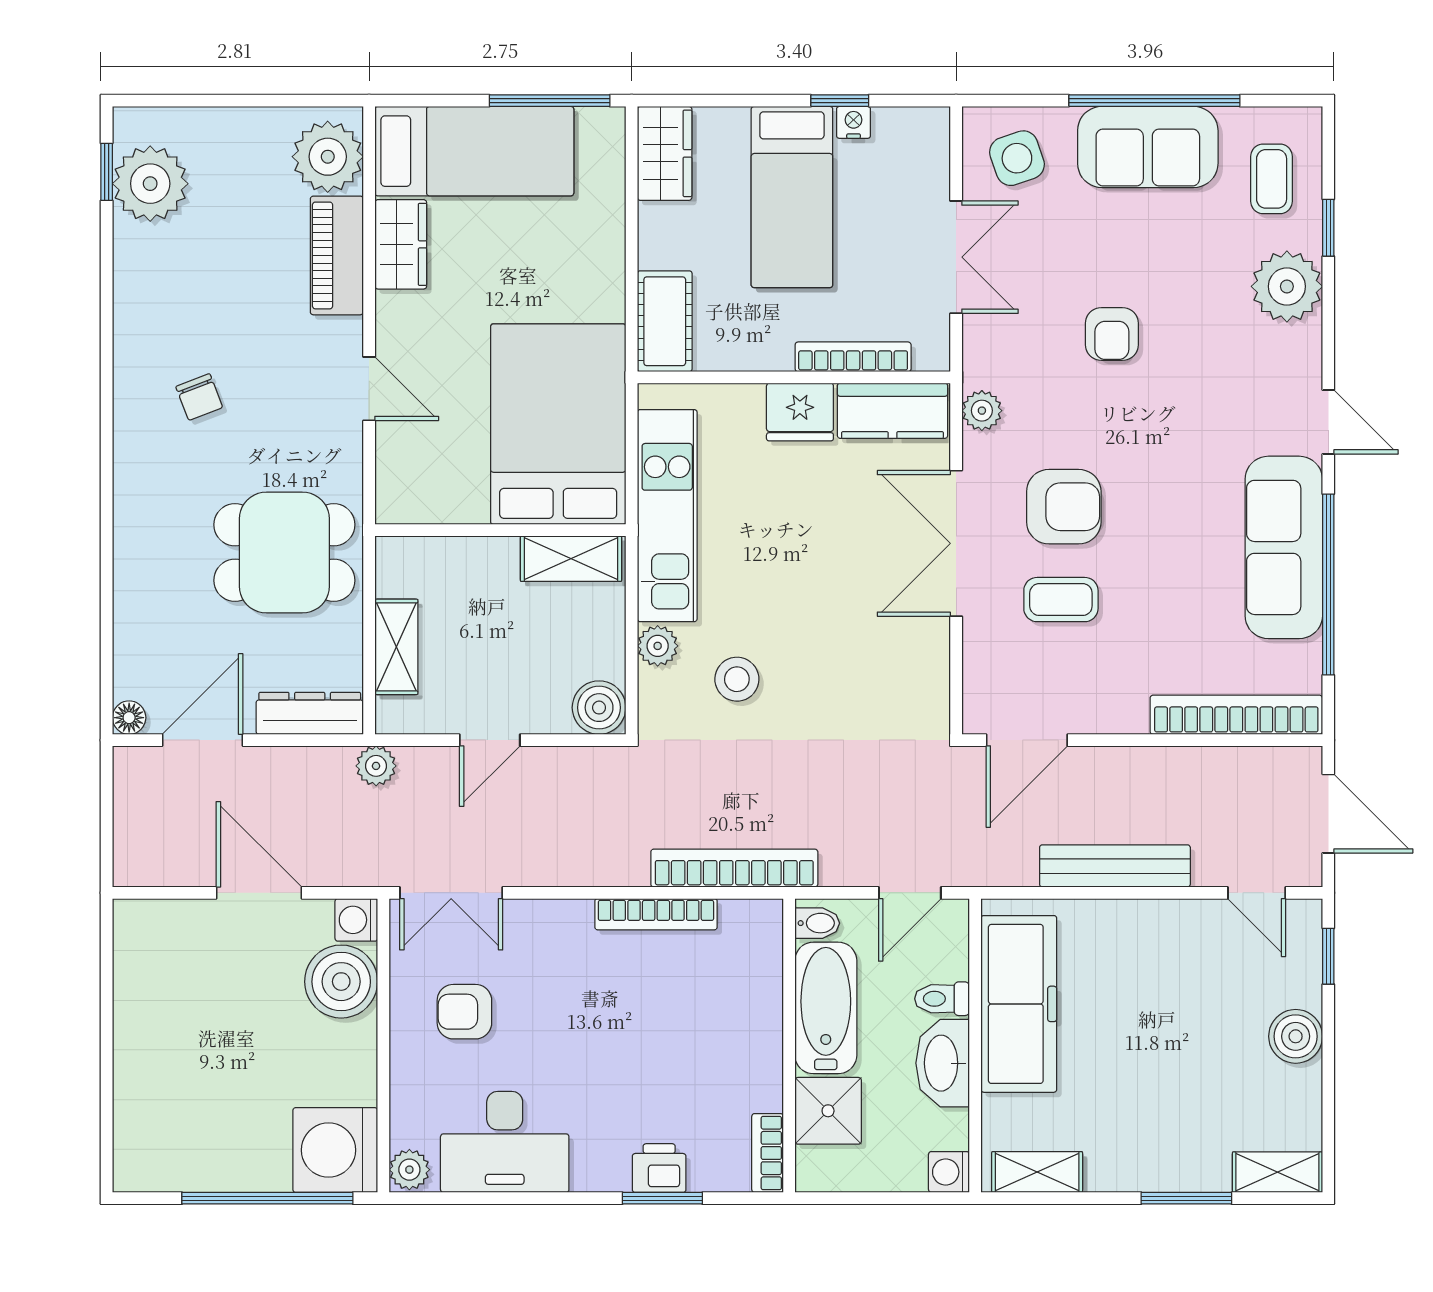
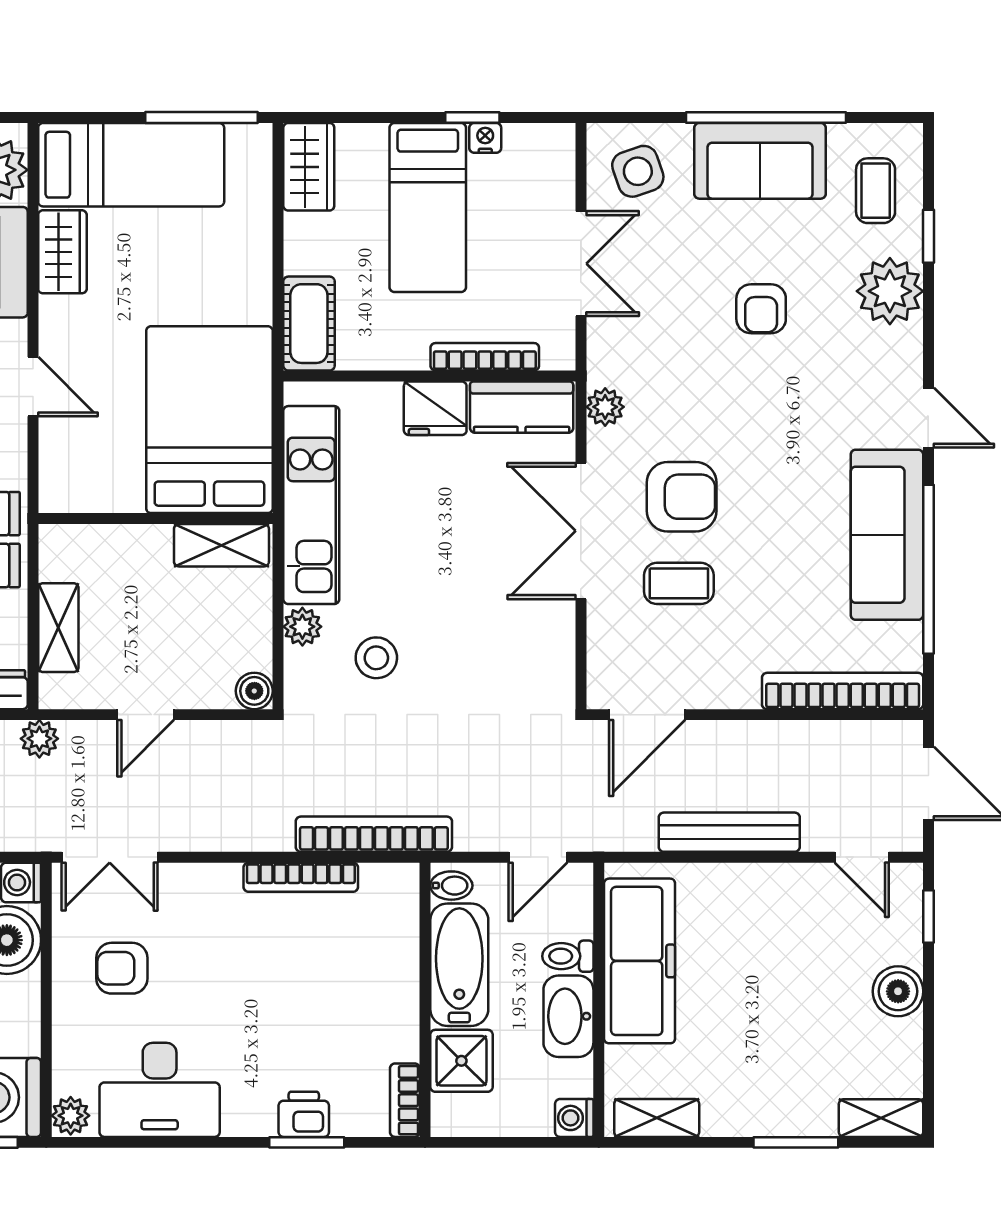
armchair: (1112, 334) -> (761, 309), moved
boiler: (599, 708) -> (254, 691), width x0.73, depth x0.73

